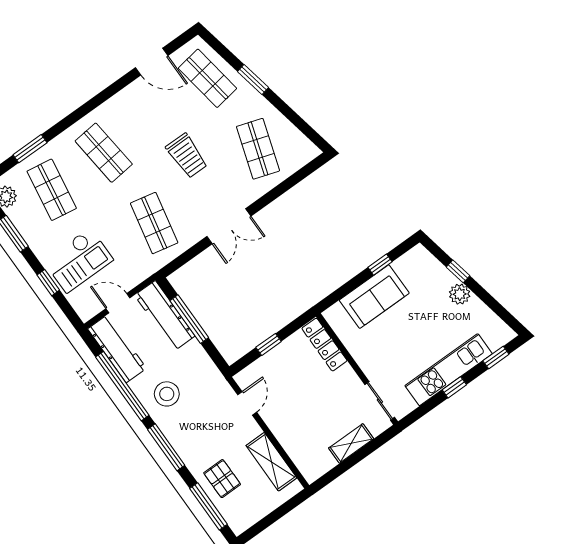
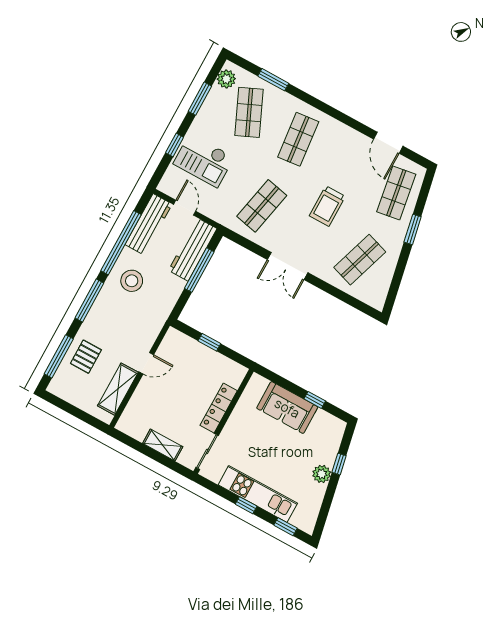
shop shelf: (52, 190) -> (249, 112), turned -33
locker: (324, 345) -> (219, 408), moved
door: (247, 403) -> (146, 363), moved

